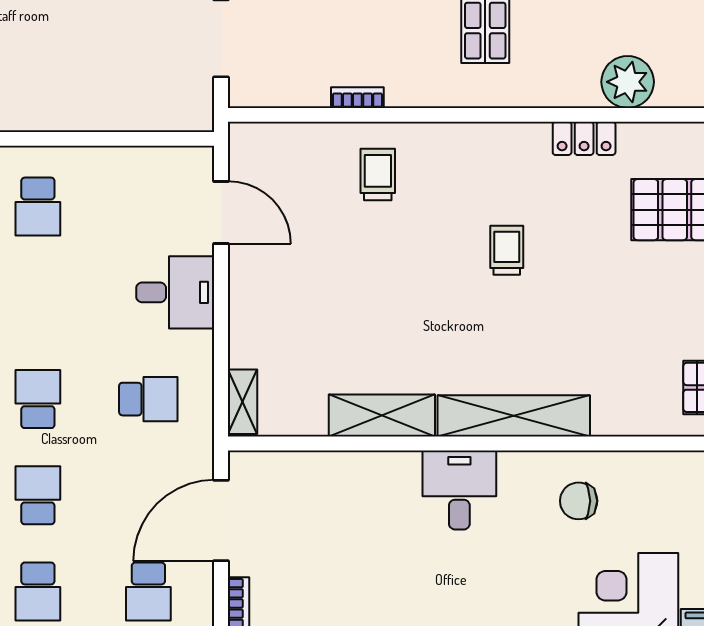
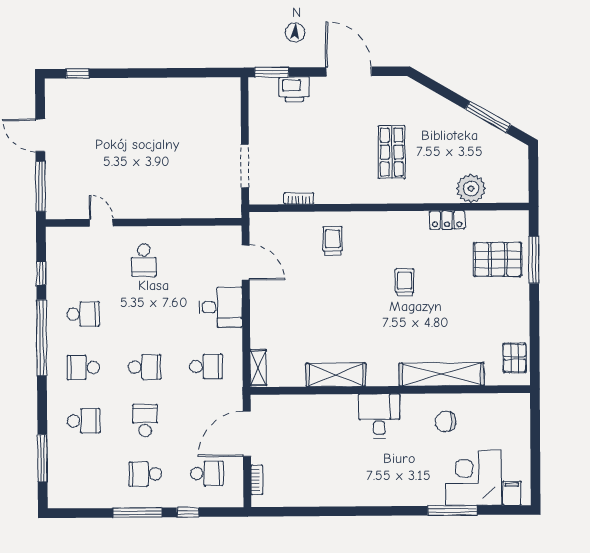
bookcase: (357, 98) -> (299, 198), moved
school desk: (38, 399) -> (145, 367), turned 90
shelving: (514, 416) -> (442, 374), moved
school desk: (38, 592) -> (145, 474), turned 90
school desk: (148, 592) -> (207, 474), turned -90

